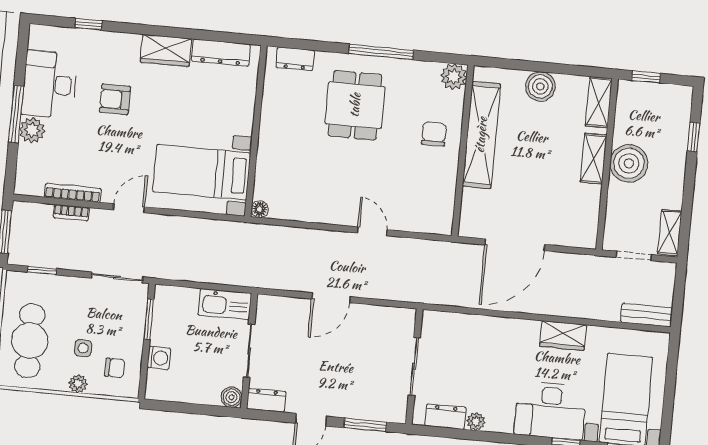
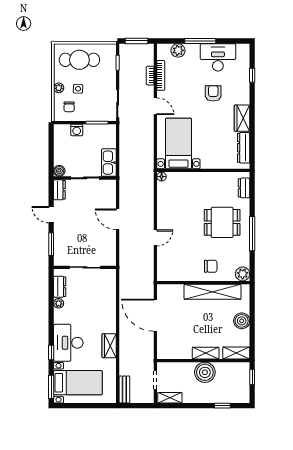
plant: (32, 130) -> (178, 50), moved

